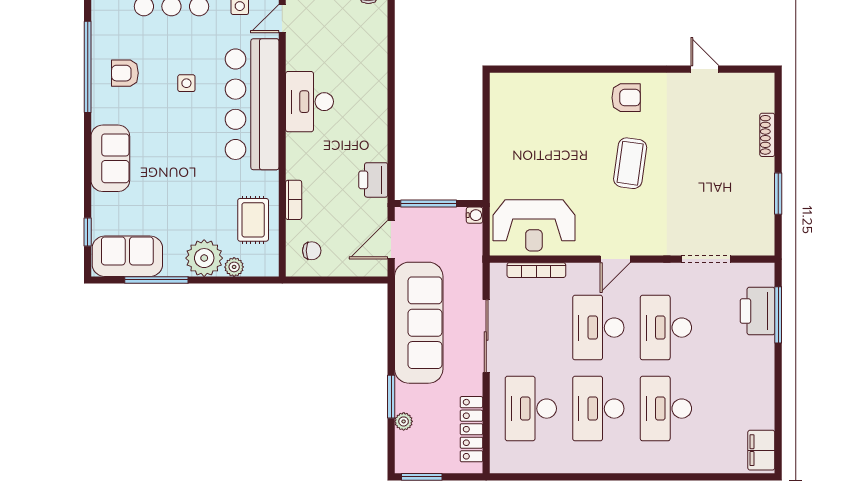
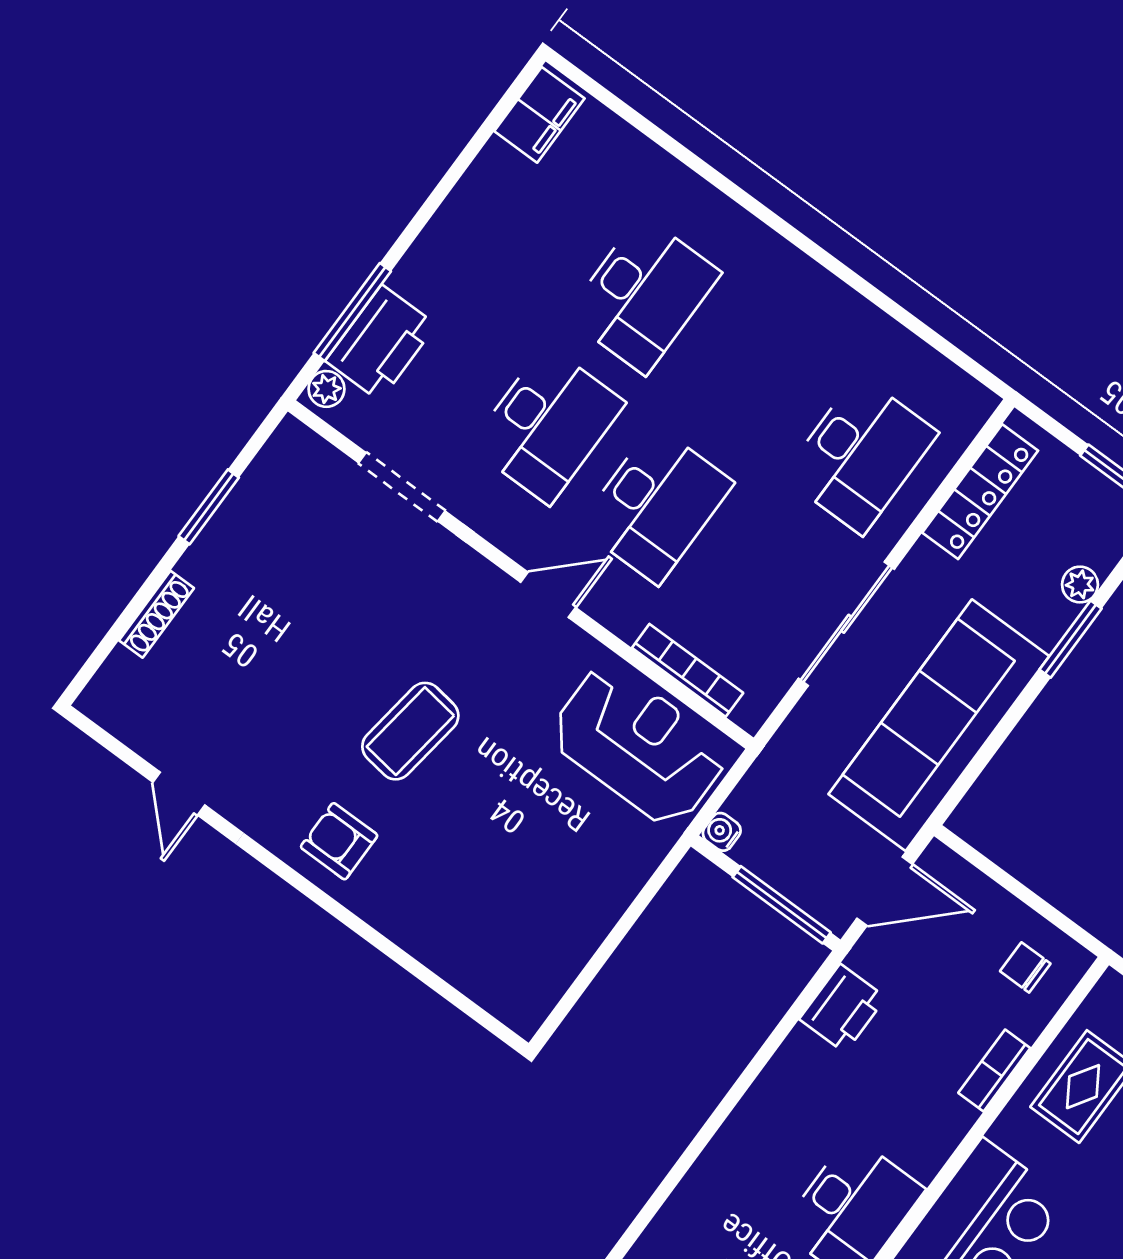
plant: (766, 276) -> (326, 389), added
desk: (598, 409) -> (752, 375), removed

